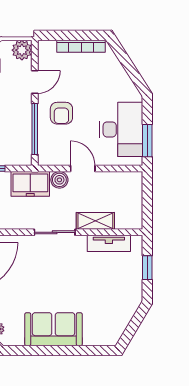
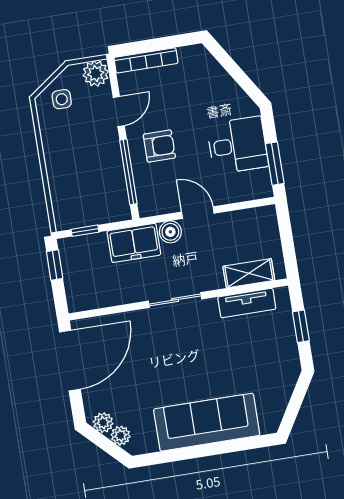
bookcase: (81, 46) -> (146, 60), moved
armchair: (61, 113) -> (159, 146), turned -90
desk: (121, 129) -> (238, 145), width x0.73
shelving: (95, 221) -> (249, 273), moved
sofa: (54, 329) -> (207, 422), width x1.36

